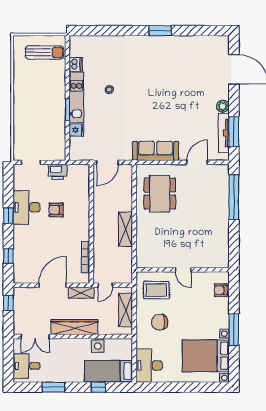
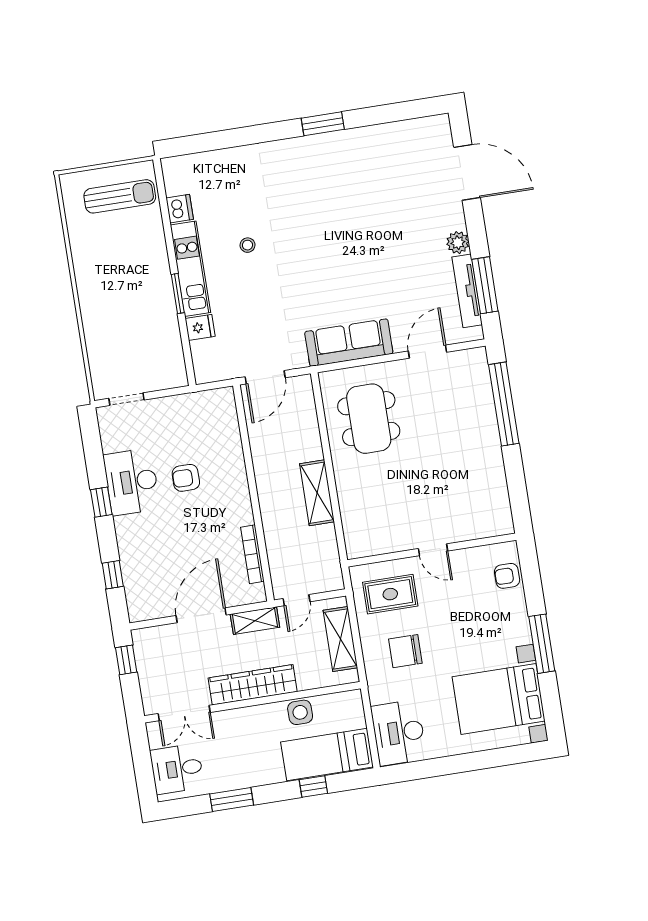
printer: (58, 172) -> (178, 409), removed

